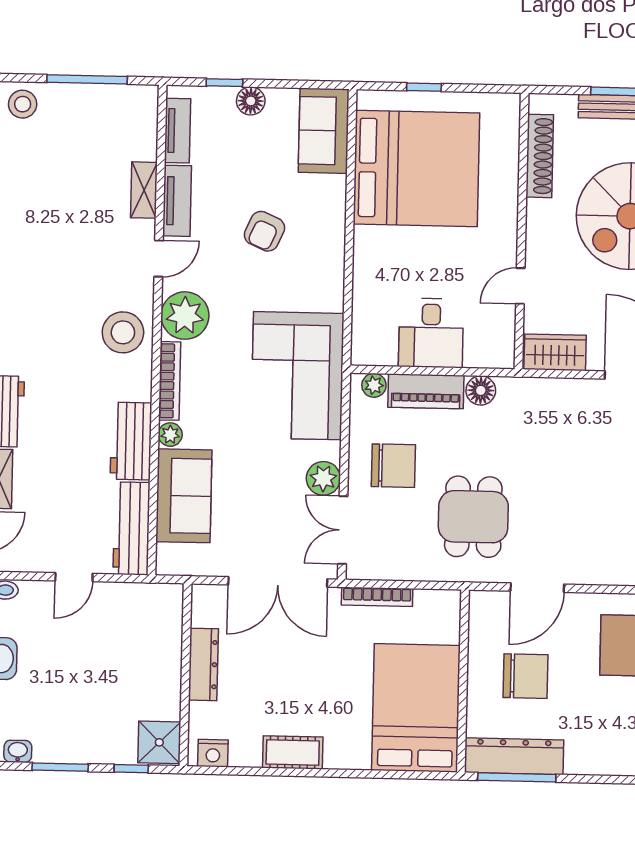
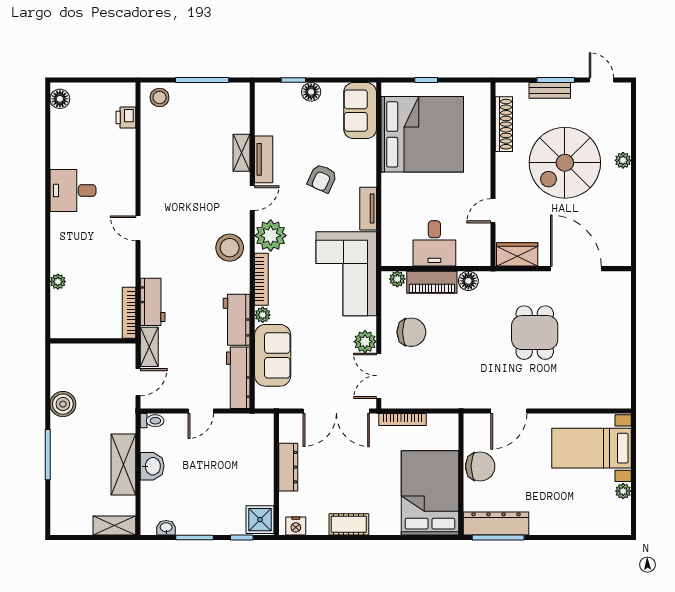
tv unit: (178, 131) -> (368, 209), moved, turned 180
dining table: (473, 517) -> (535, 333), moved
chair: (525, 676) -> (480, 466), moved

